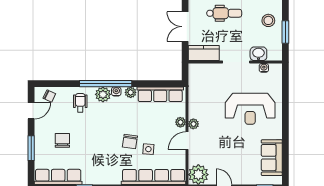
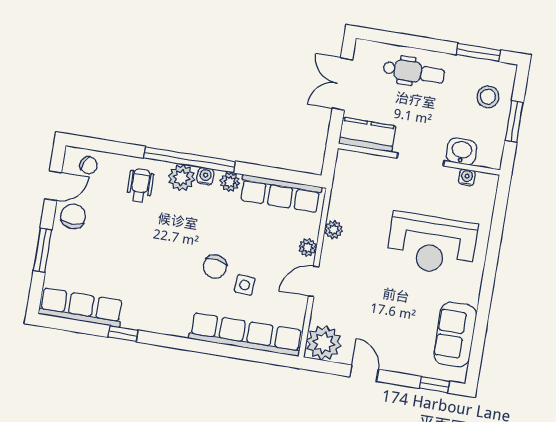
plant: (193, 124) -> (334, 230), moved
chair: (62, 140) -> (73, 216), moved

